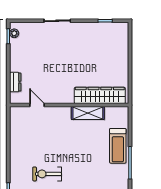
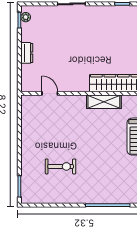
dresser: (15, 82) -> (27, 53), moved
exercise bike: (47, 174) -> (61, 166), turned 180

